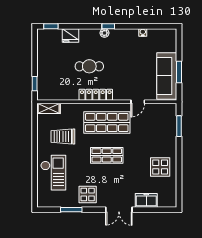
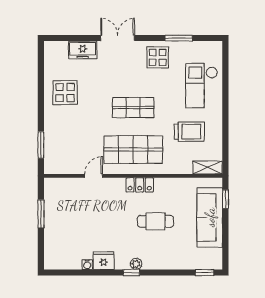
fridge: (70, 35) -> (104, 261), moved
sofa: (167, 76) -> (210, 217), moved, turned 180
locker: (96, 95) -> (140, 185), width x0.66

